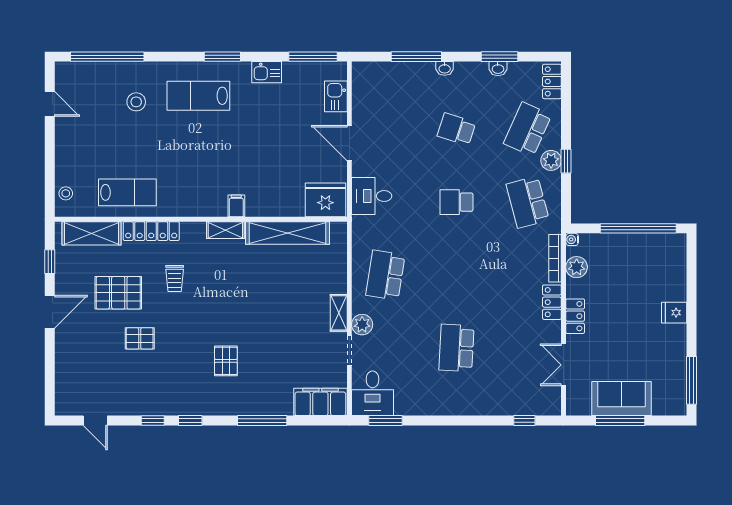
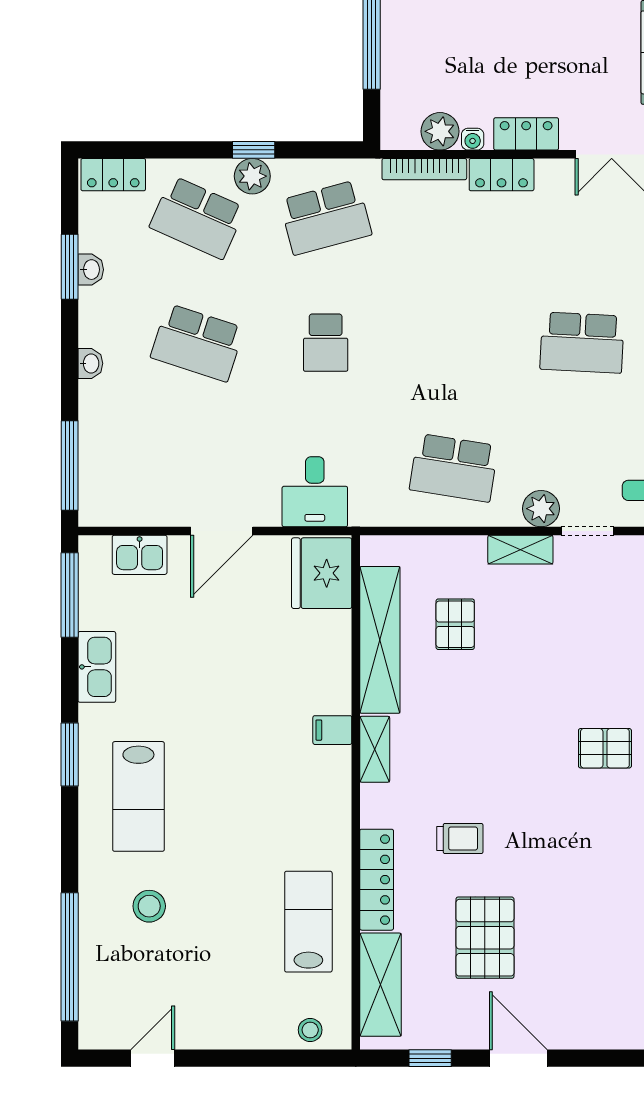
window: (416, 57) -> (70, 466), moved
kitchen sink: (267, 72) -> (97, 667), width x1.38
school desk: (456, 129) -> (197, 343), width x1.85
water cooler: (572, 239) -> (473, 139), moved
pallet: (140, 338) -> (455, 624), moved

